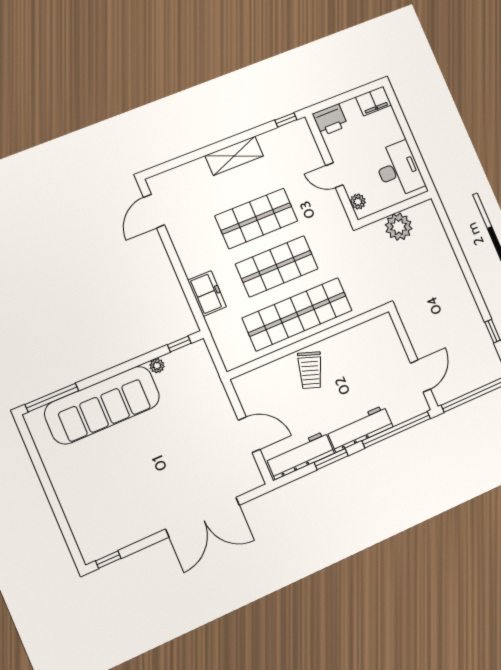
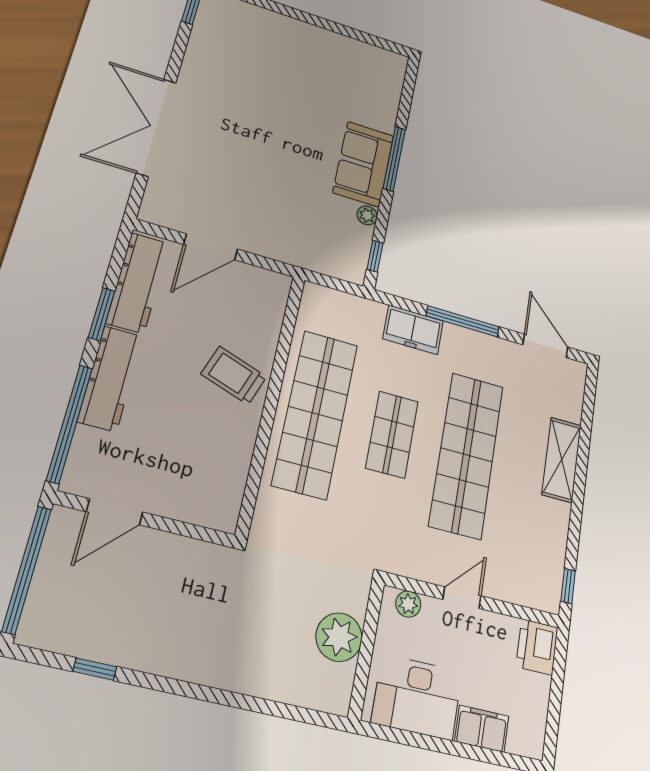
filing cabinet: (373, 101) -> (482, 729), moved, turned 90
shelving: (234, 156) -> (562, 460), moved
shop shelf: (256, 218) -> (467, 455), width x1.40
shop shelf: (277, 266) -> (392, 435), width x0.70, depth x0.74
window: (178, 269) -> (463, 321), added
door: (420, 376) -> (115, 512), hinge flipped
window: (52, 398) -> (394, 159), moved
sofa: (102, 405) -> (363, 164), width x0.54, depth x0.79

